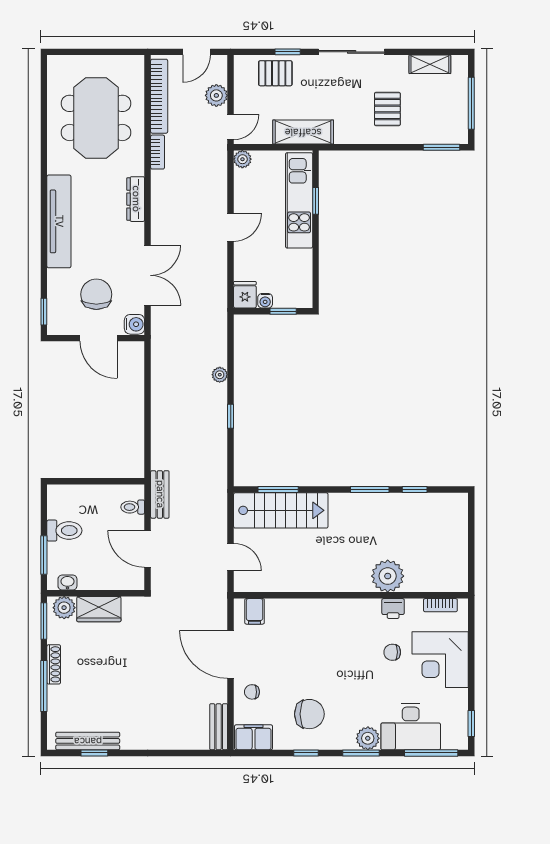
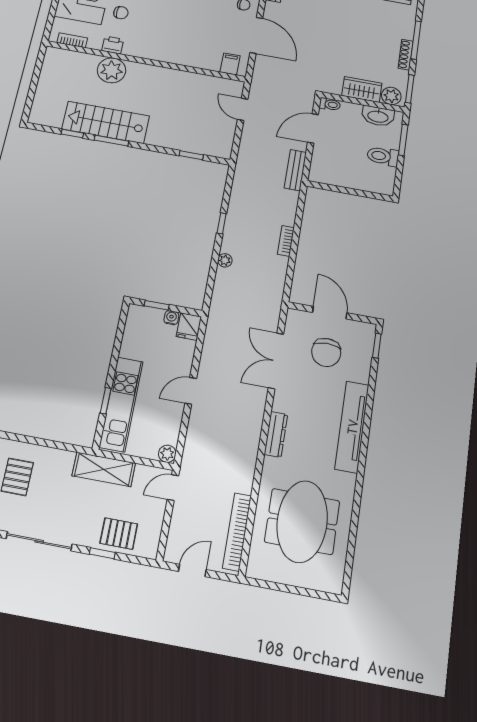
plant: (216, 95) -> (181, 522), removed
bookcase: (158, 152) -> (286, 241), moved
water cooler: (134, 324) -> (295, 319), removed
window: (278, 490) -> (191, 155), width x0.67
toilet: (133, 507) -> (330, 104), moved
stairs: (281, 510) -> (106, 122), moved
door: (148, 549) -> (313, 129), swing flipped
washbasin: (67, 582) -> (378, 116), width x1.91, depth x1.45

